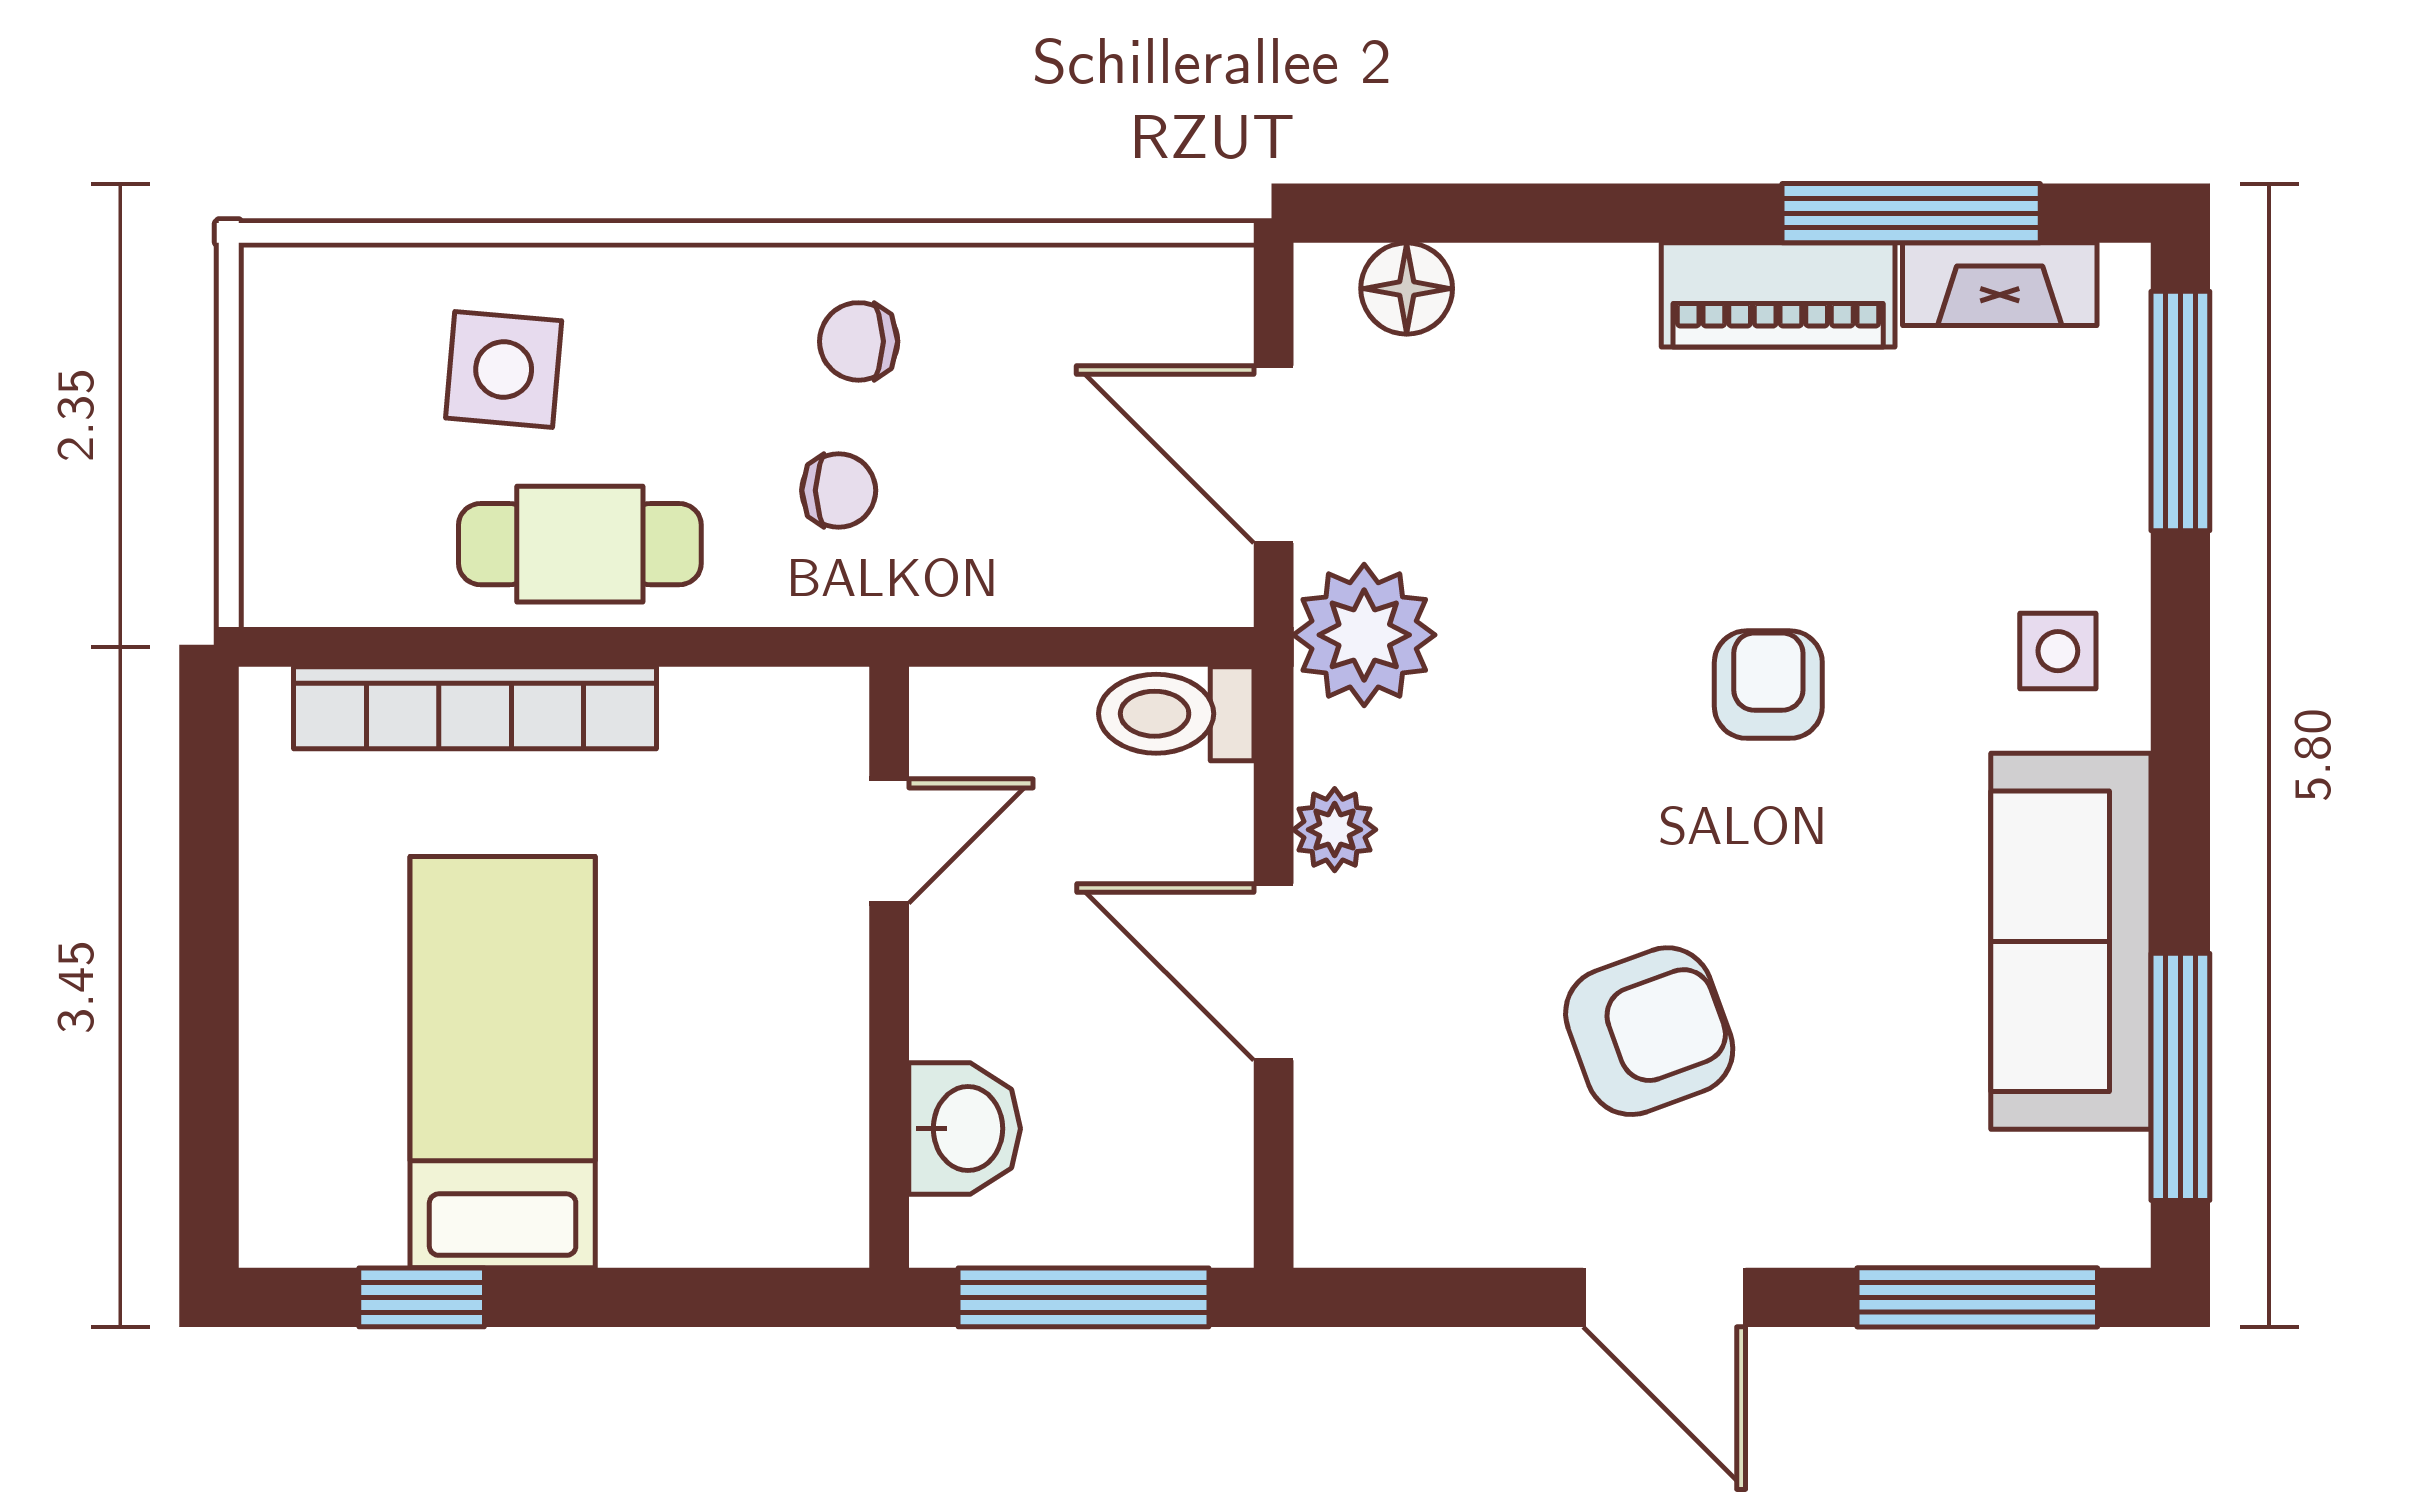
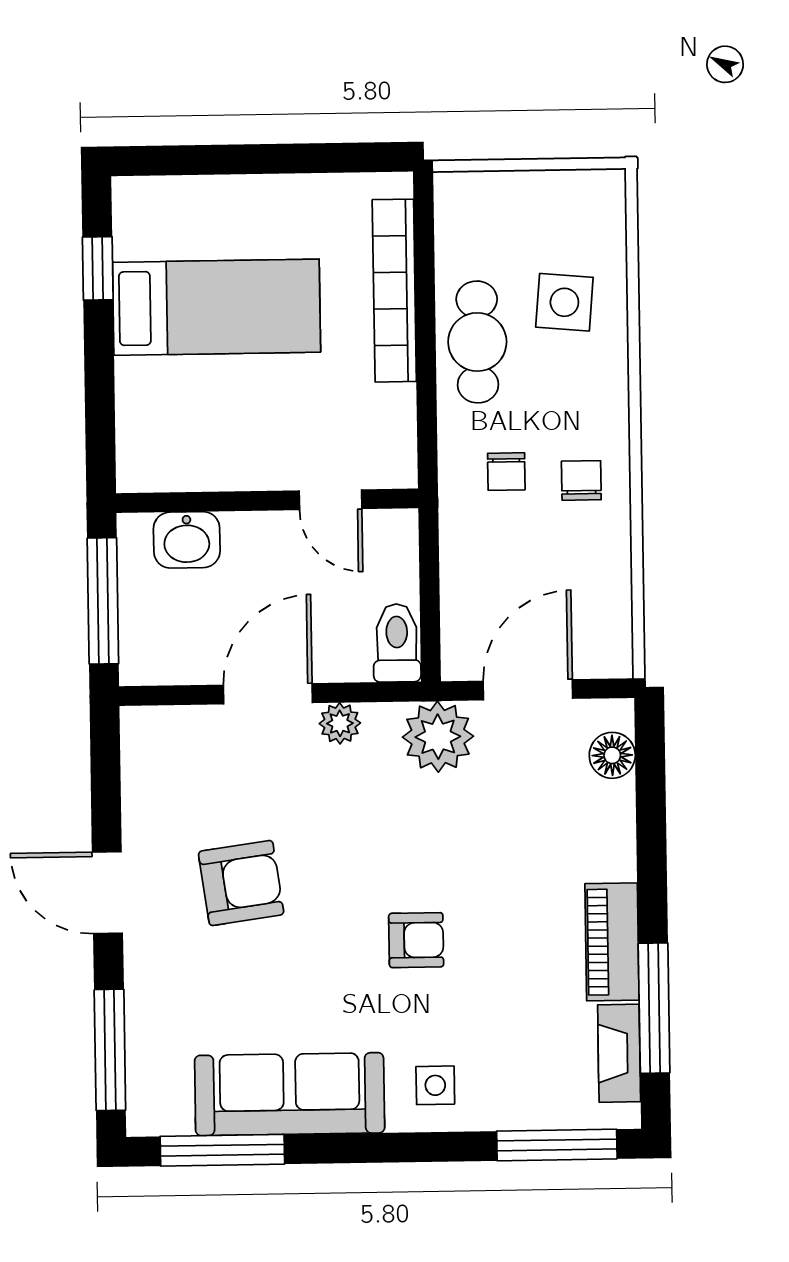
armchair: (1649, 1031) -> (241, 883), turned -78
door: (1664, 1297) -> (107, 893), hinge flipped

